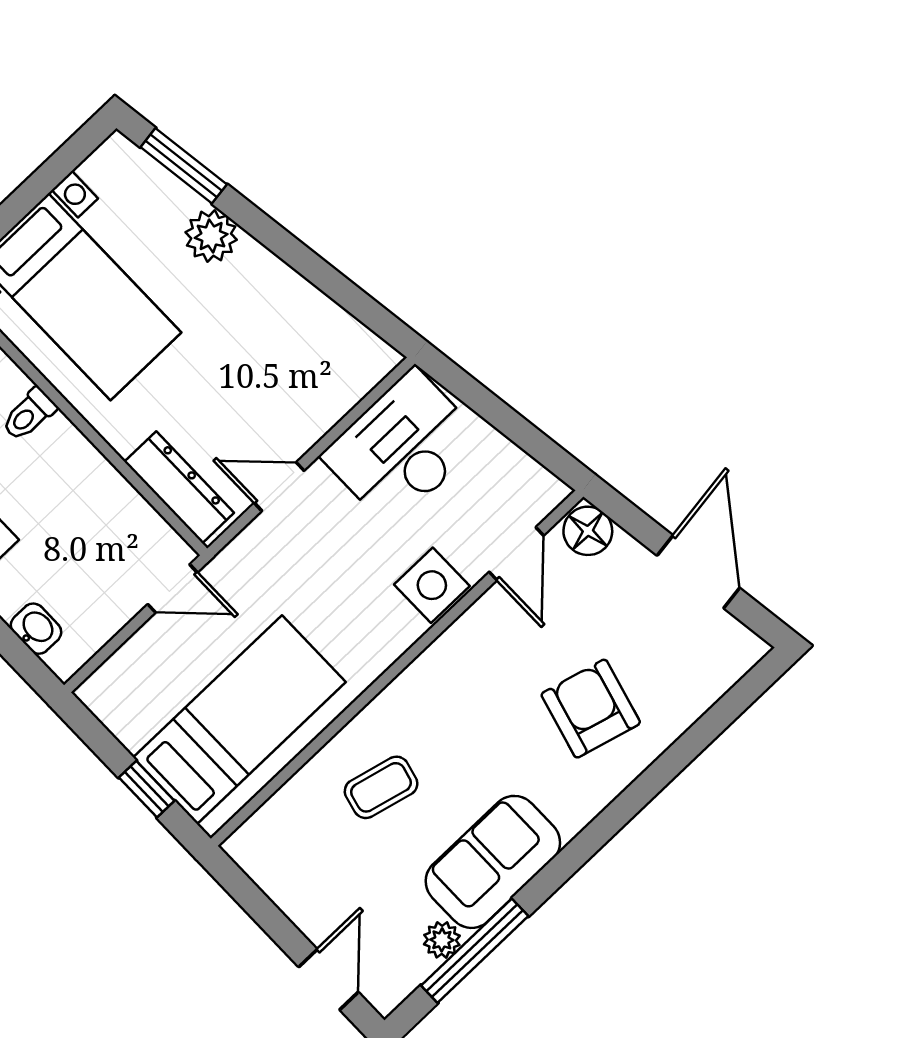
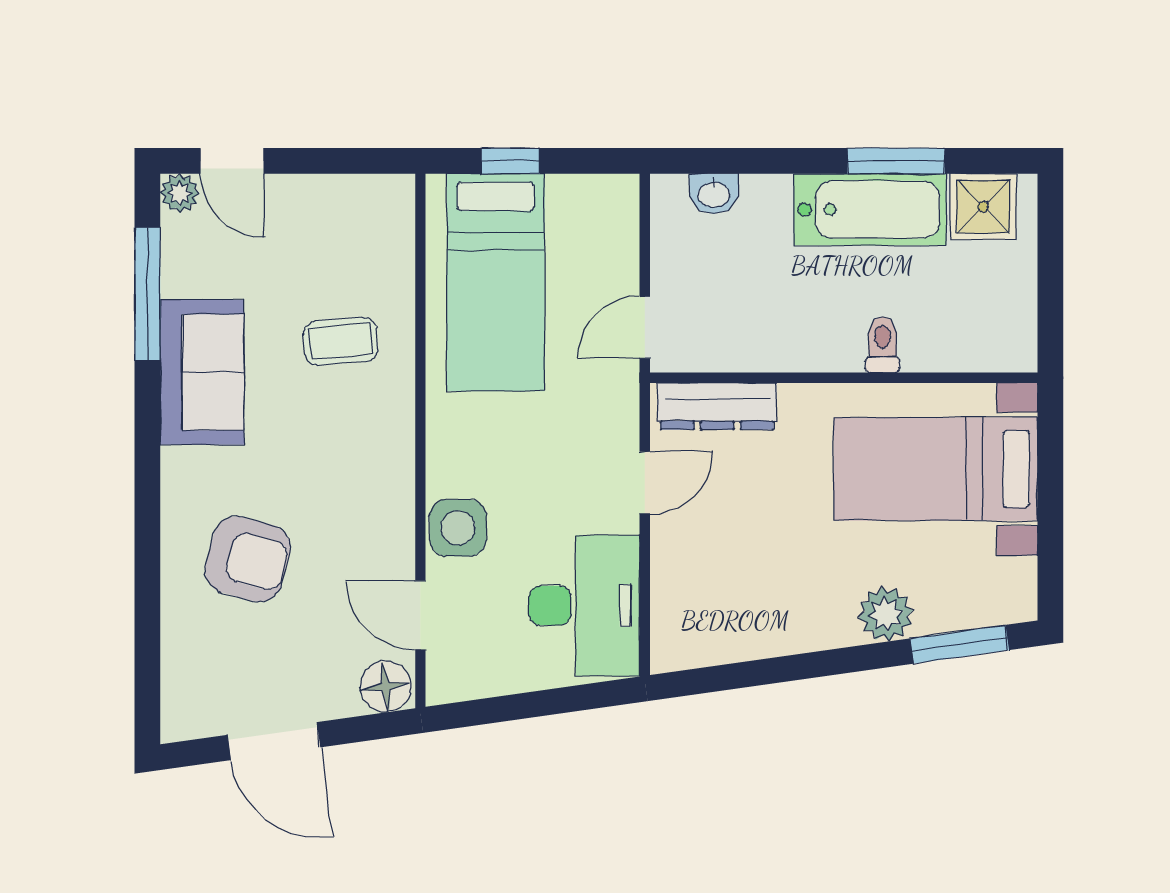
coffee table: (381, 787) -> (341, 341), turned 71
plant: (442, 940) -> (180, 193), moved

